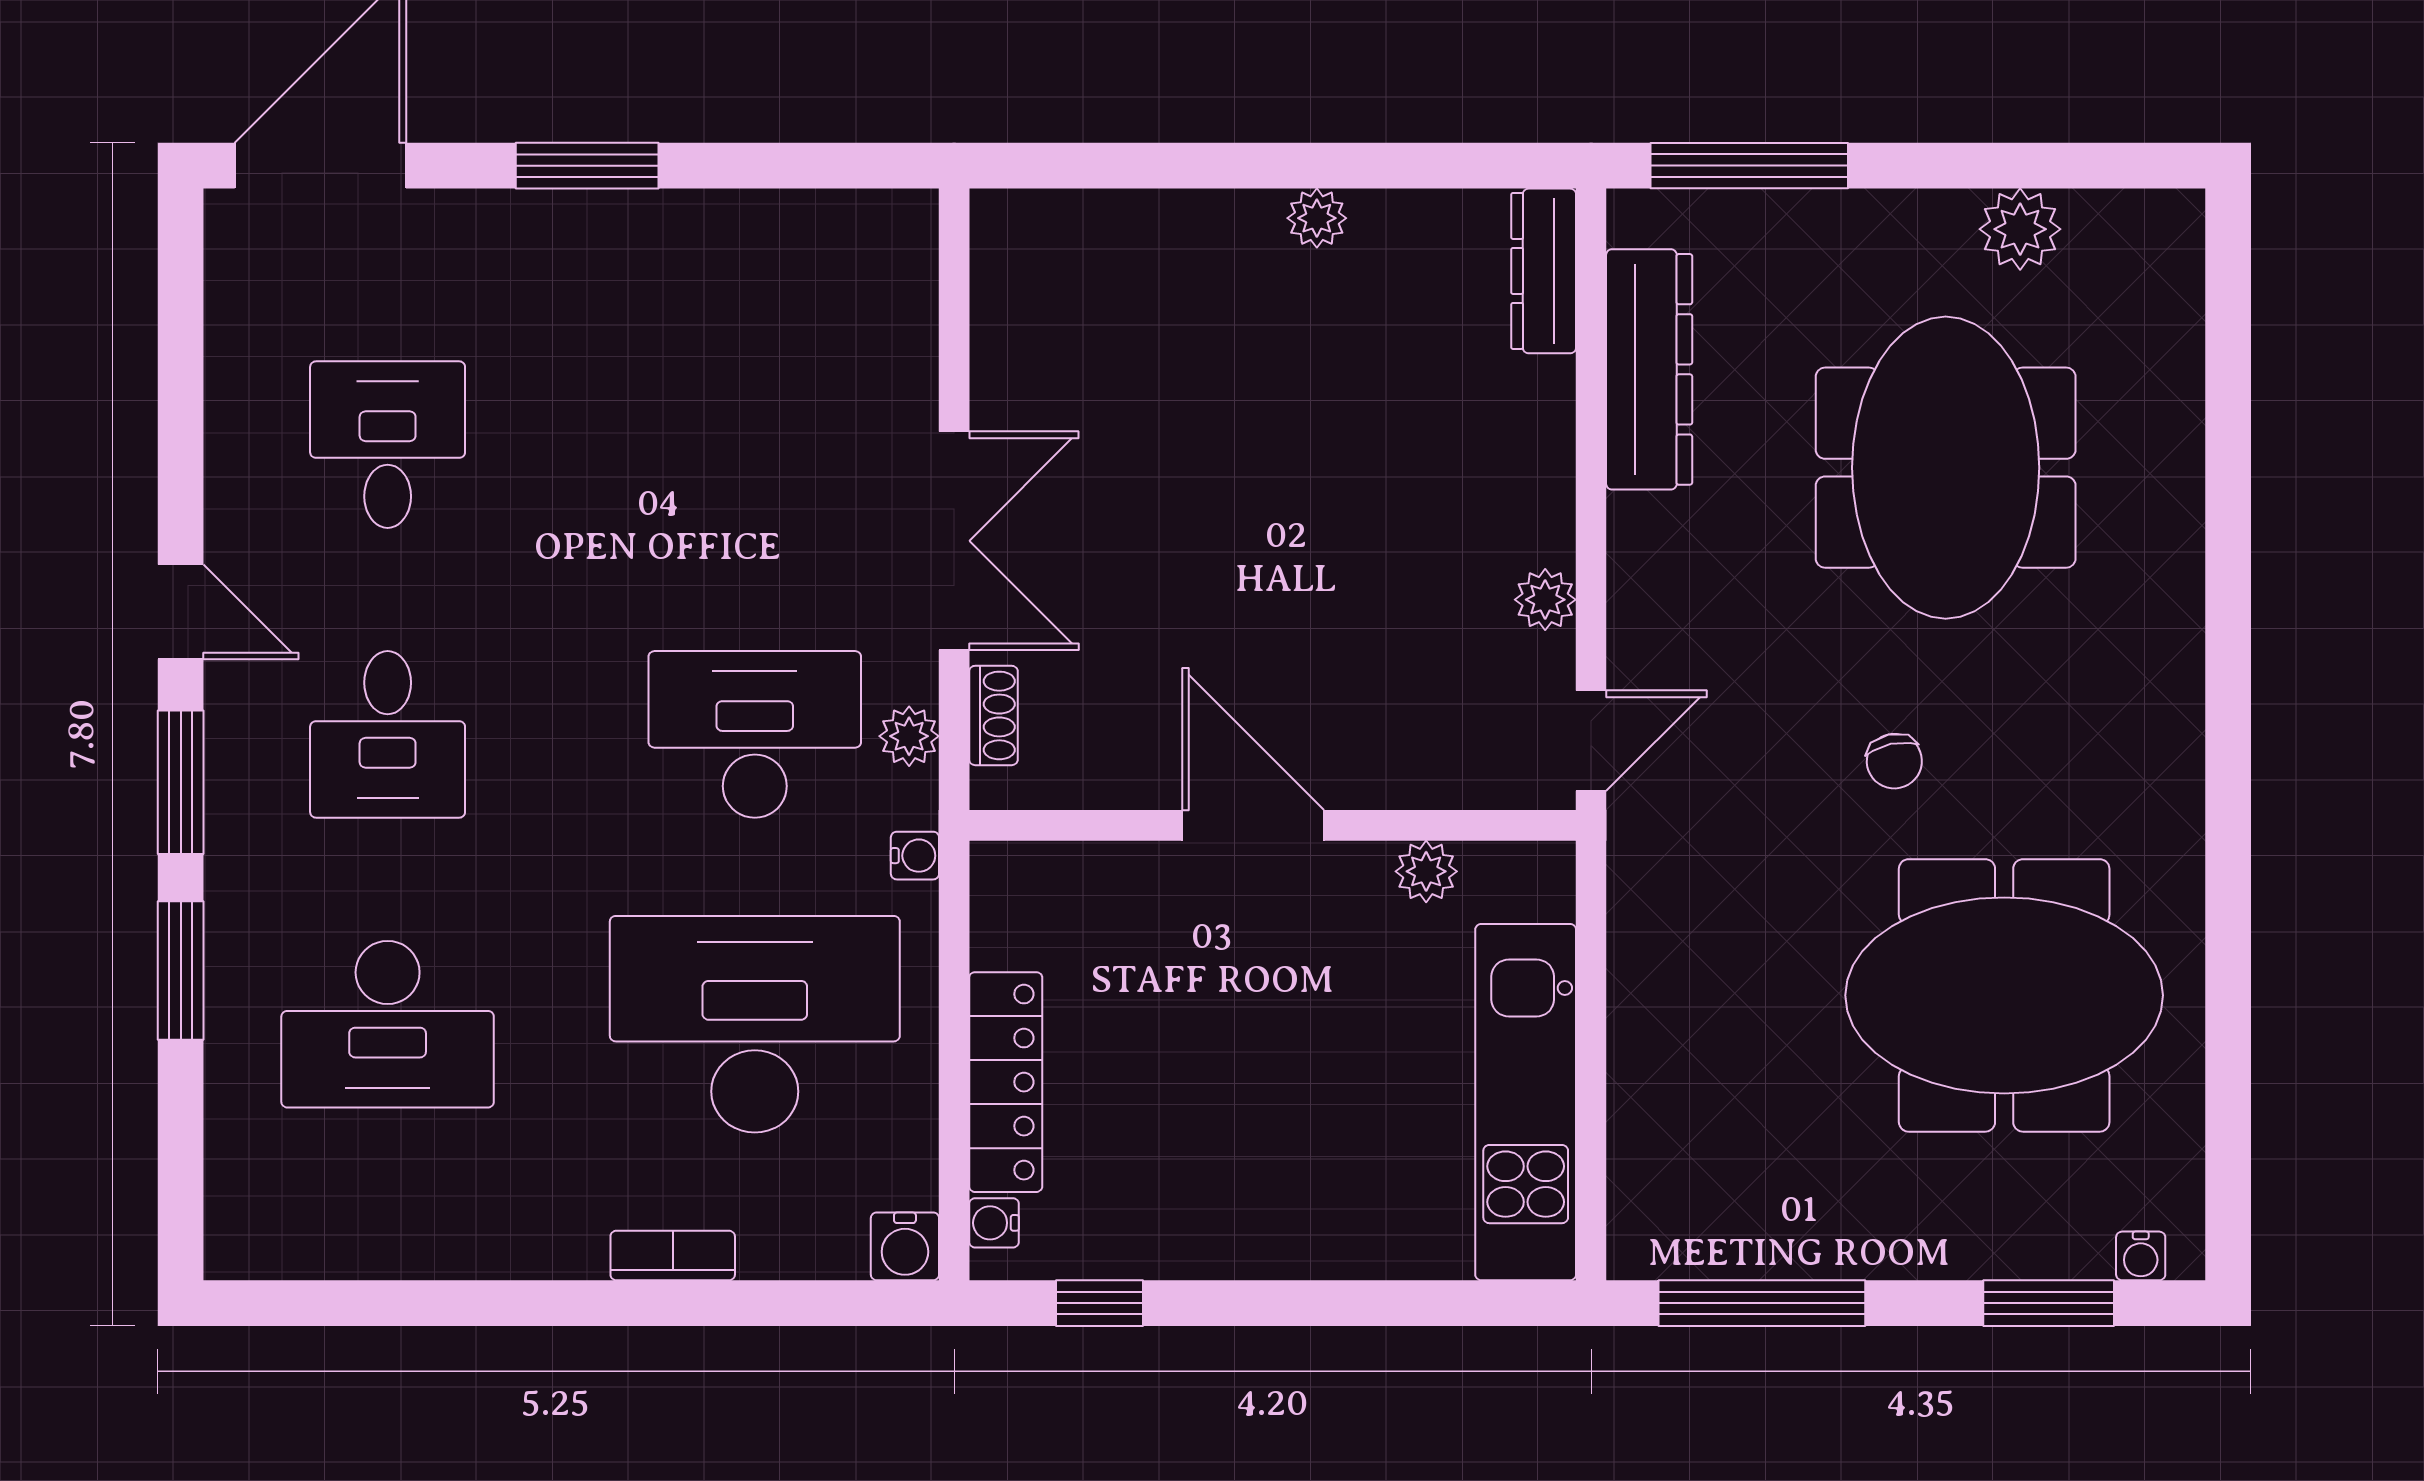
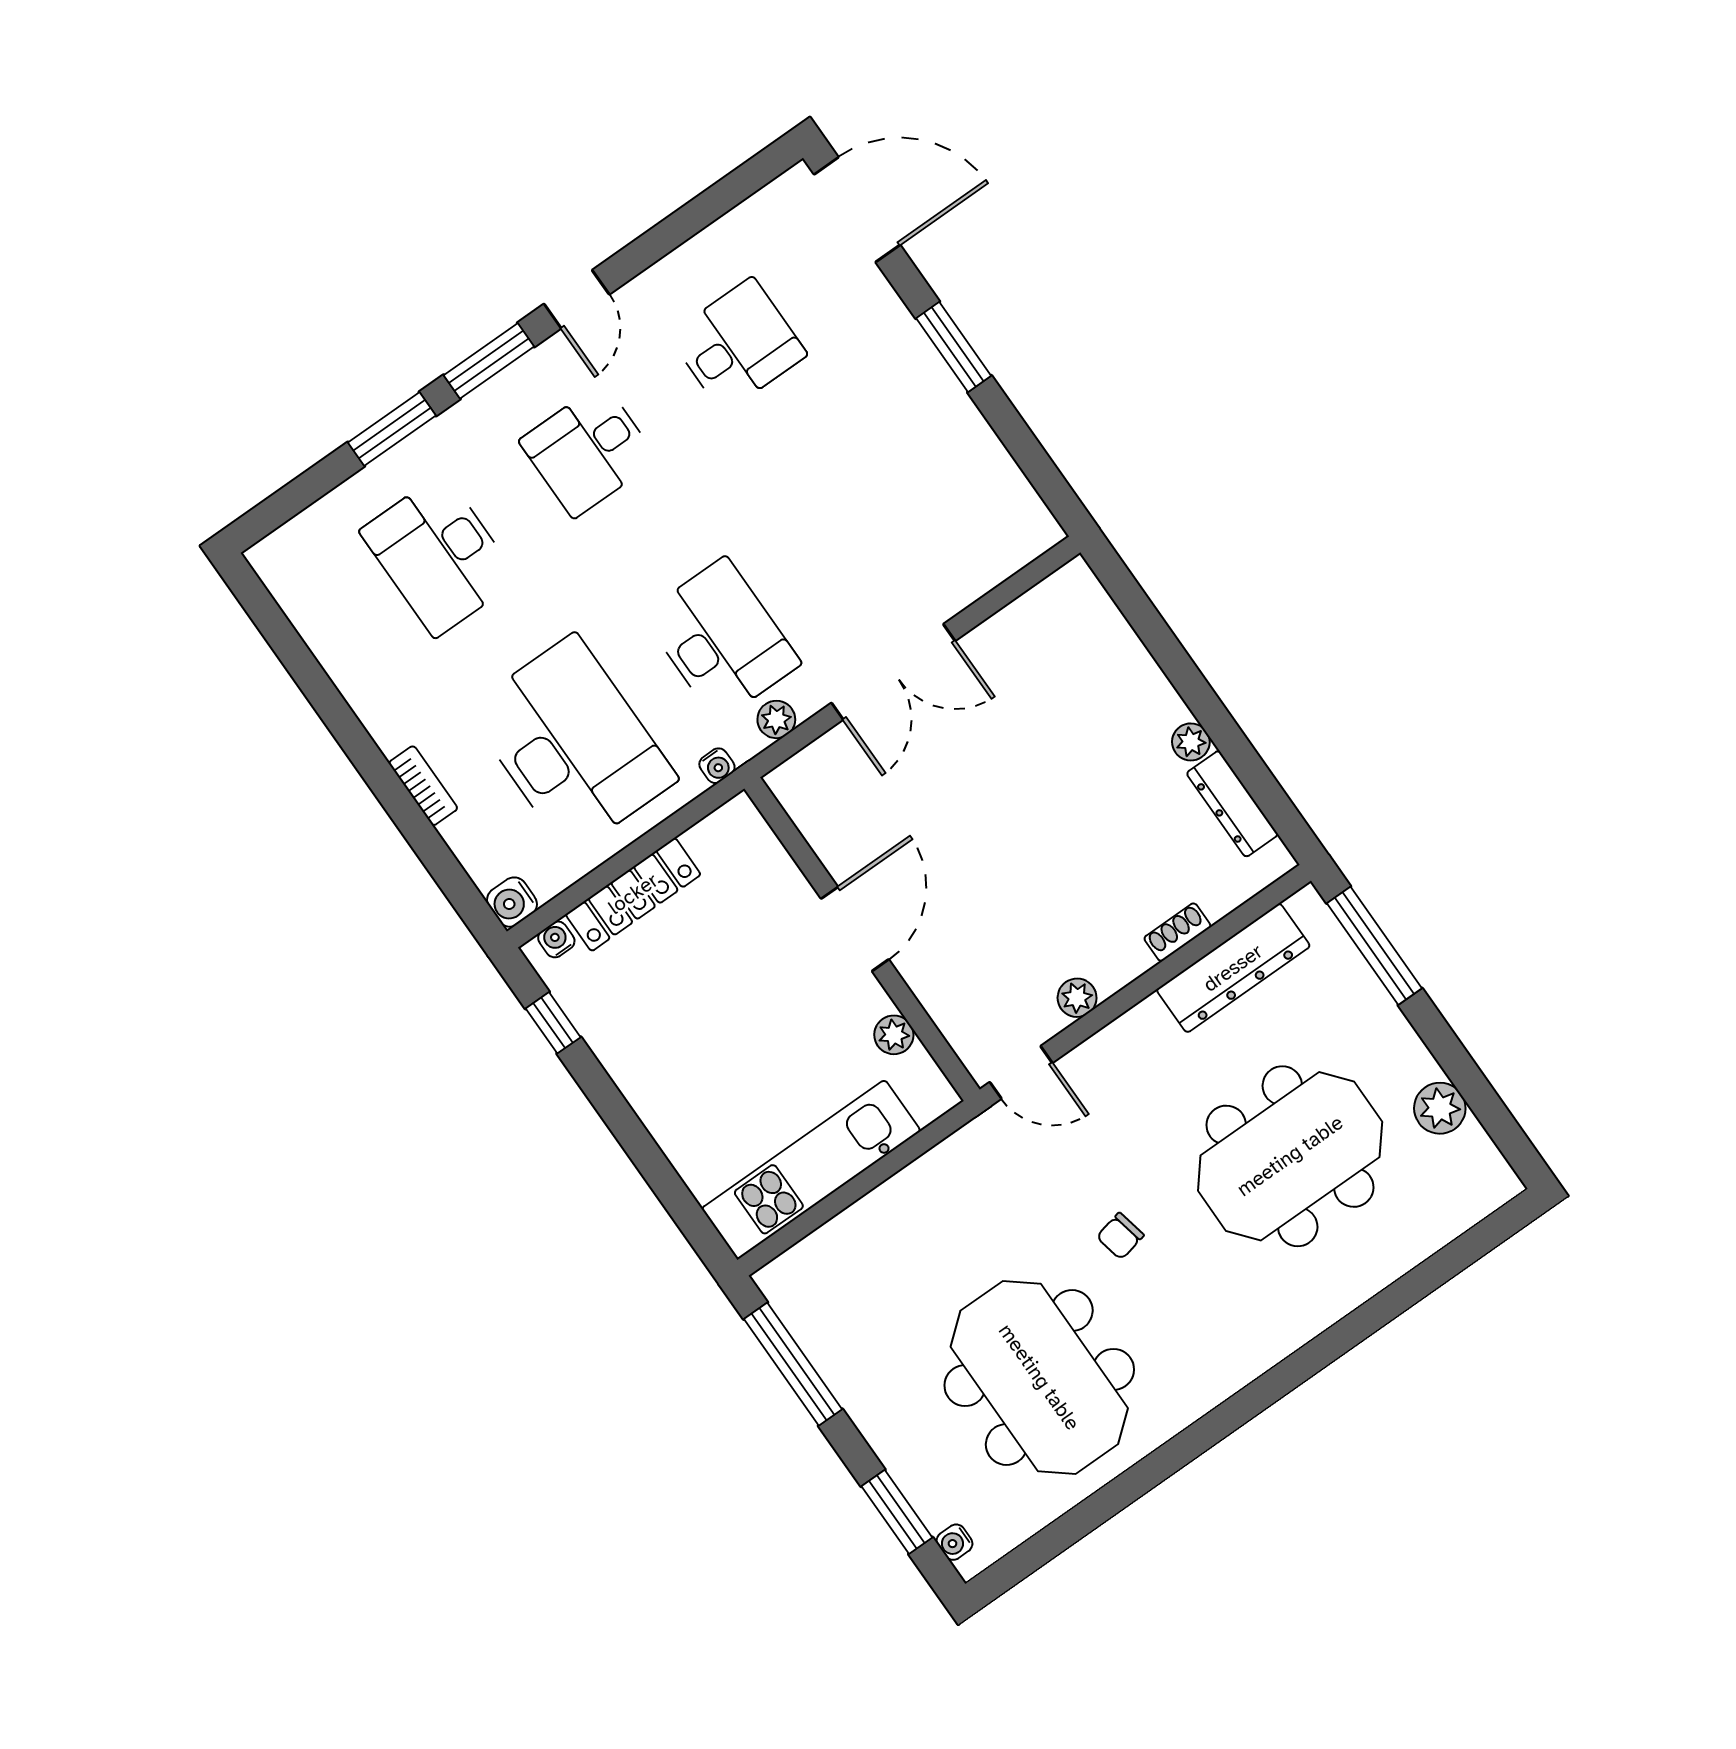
dresser: (1544, 271) -> (1232, 804), moved, turned -90
shoe rack: (993, 715) -> (1177, 932), moved, turned 180

